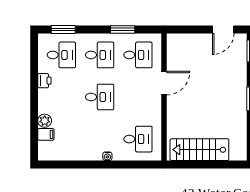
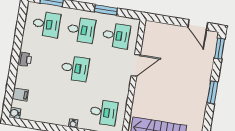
door: (223, 29) -> (198, 25), hinge flipped
printer: (44, 81) -> (25, 59), moved
plant: (45, 121) -> (21, 82), removed
water cooler: (43, 155) -> (15, 113), added

